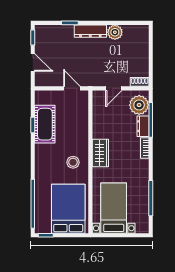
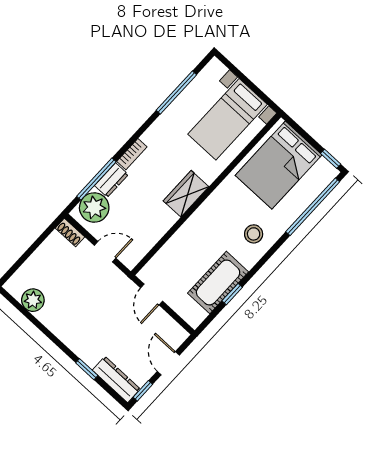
dresser: (90, 31) -> (116, 380), moved
plant: (115, 32) -> (33, 300), moved
stool: (73, 162) -> (254, 234), moved

